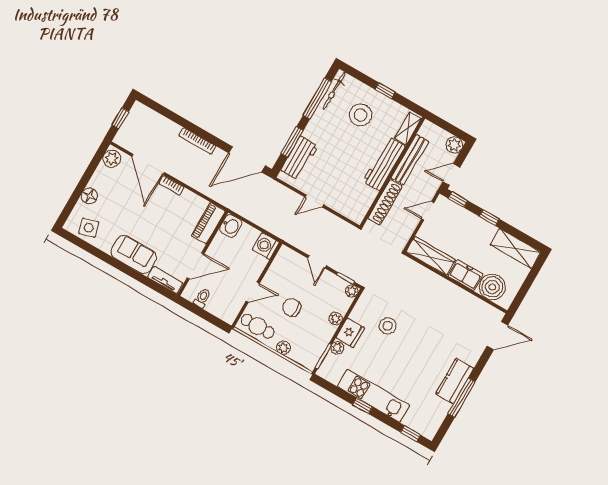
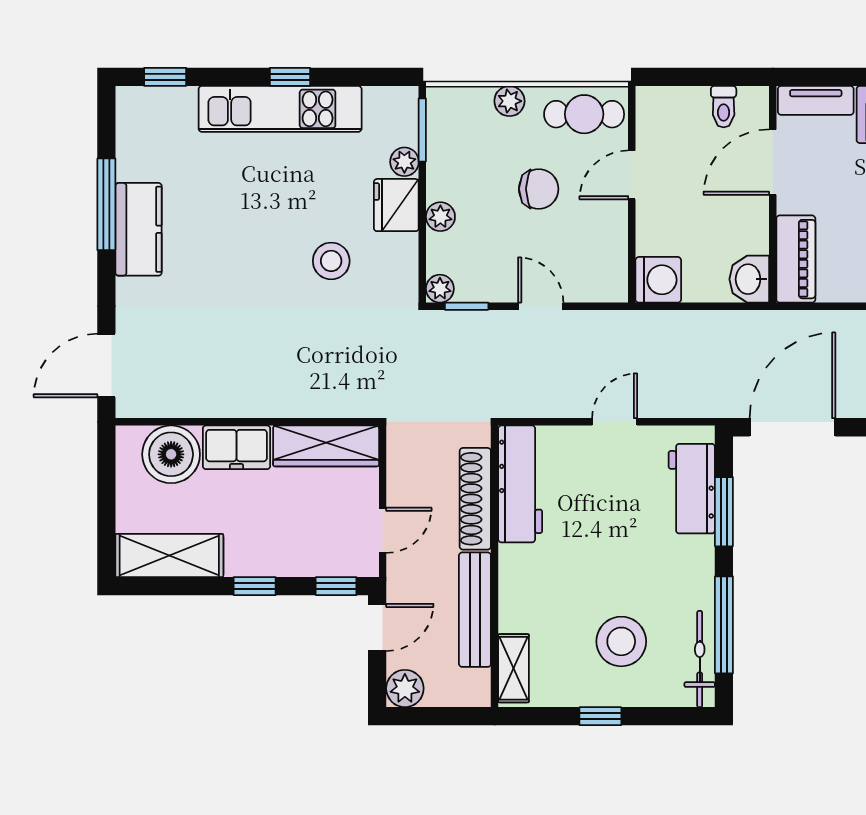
workbench: (384, 164) -> (520, 484), moved

